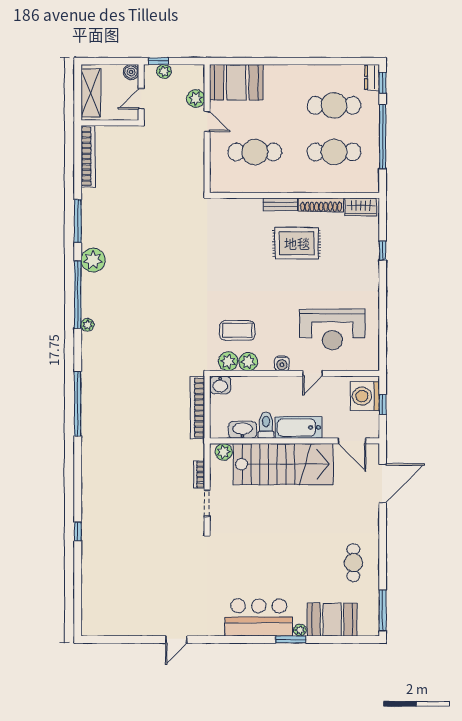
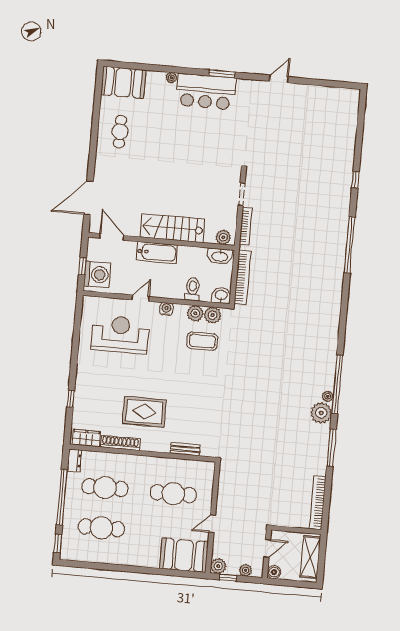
window: (158, 61) -> (228, 578), moved
dresser: (372, 77) -> (74, 461), moved
plant: (196, 98) -> (218, 566), moved
door: (207, 121) -> (212, 524), hinge flipped
bench: (280, 204) -> (185, 449), moved
plant: (87, 325) -> (328, 396), moved
window: (78, 404) -> (350, 245), moved
toilet: (266, 425) -> (193, 289), moved, turned 180
washbasin: (243, 430) -> (220, 256), moved
stairs: (283, 464) -> (172, 228), width x0.73, depth x0.66
bookcase: (199, 474) -> (246, 226), width x1.56
window: (383, 610) -> (98, 88), removed
booth: (332, 620) -> (123, 82), moved
window: (291, 640) -> (222, 74), moved

